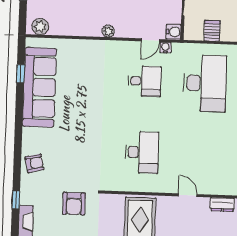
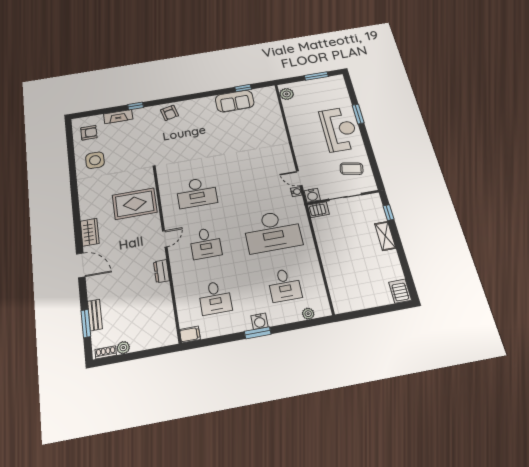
plant: (108, 31) -> (298, 144), removed
server rack: (212, 31) -> (318, 210), moved
desk: (145, 81) -> (205, 243), moved
sofa: (39, 87) -> (235, 101), width x0.54, depth x0.79
armchair: (74, 204) -> (140, 149), removed

